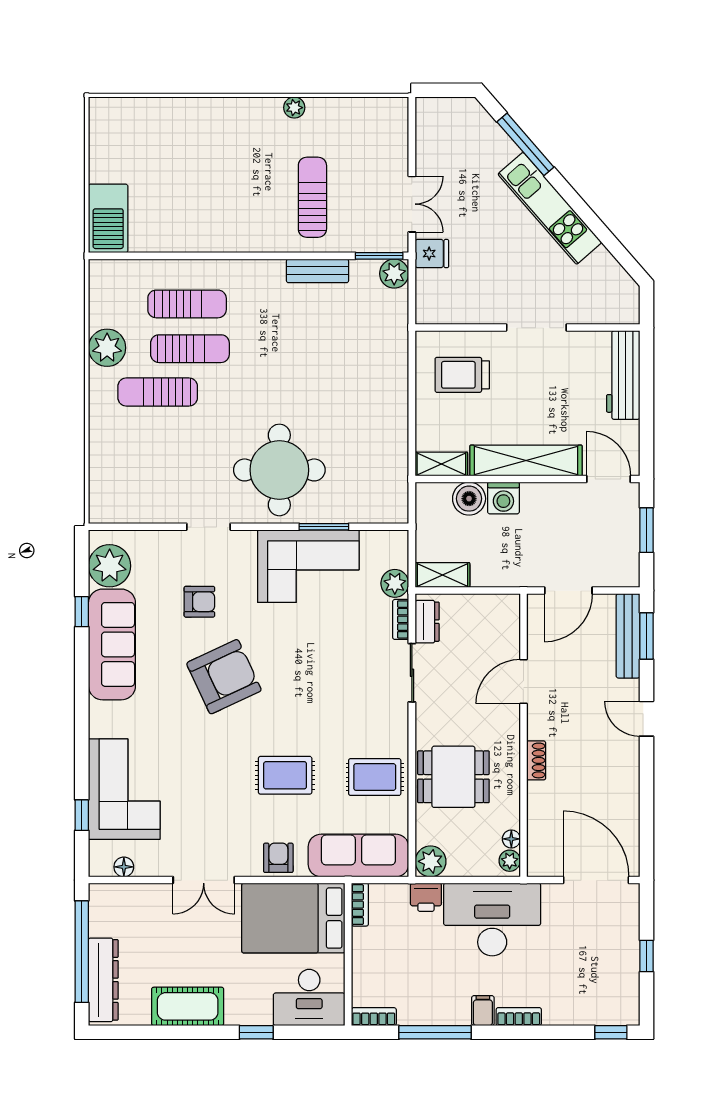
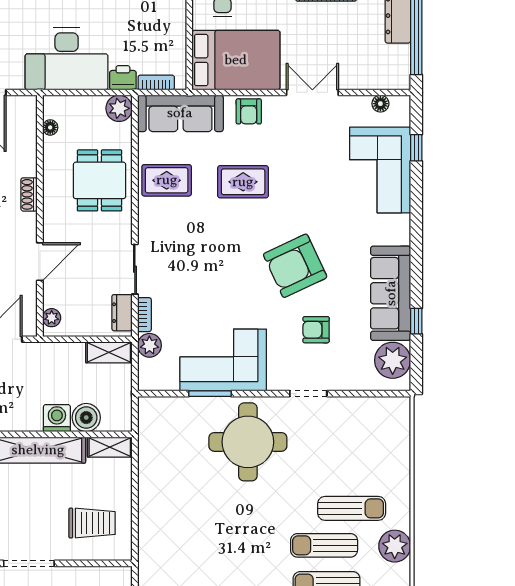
dining table: (453, 777) -> (100, 180), turned 90
plant: (510, 861) -> (52, 318), moved
bookcase: (360, 905) -> (156, 82), moved, turned 90

